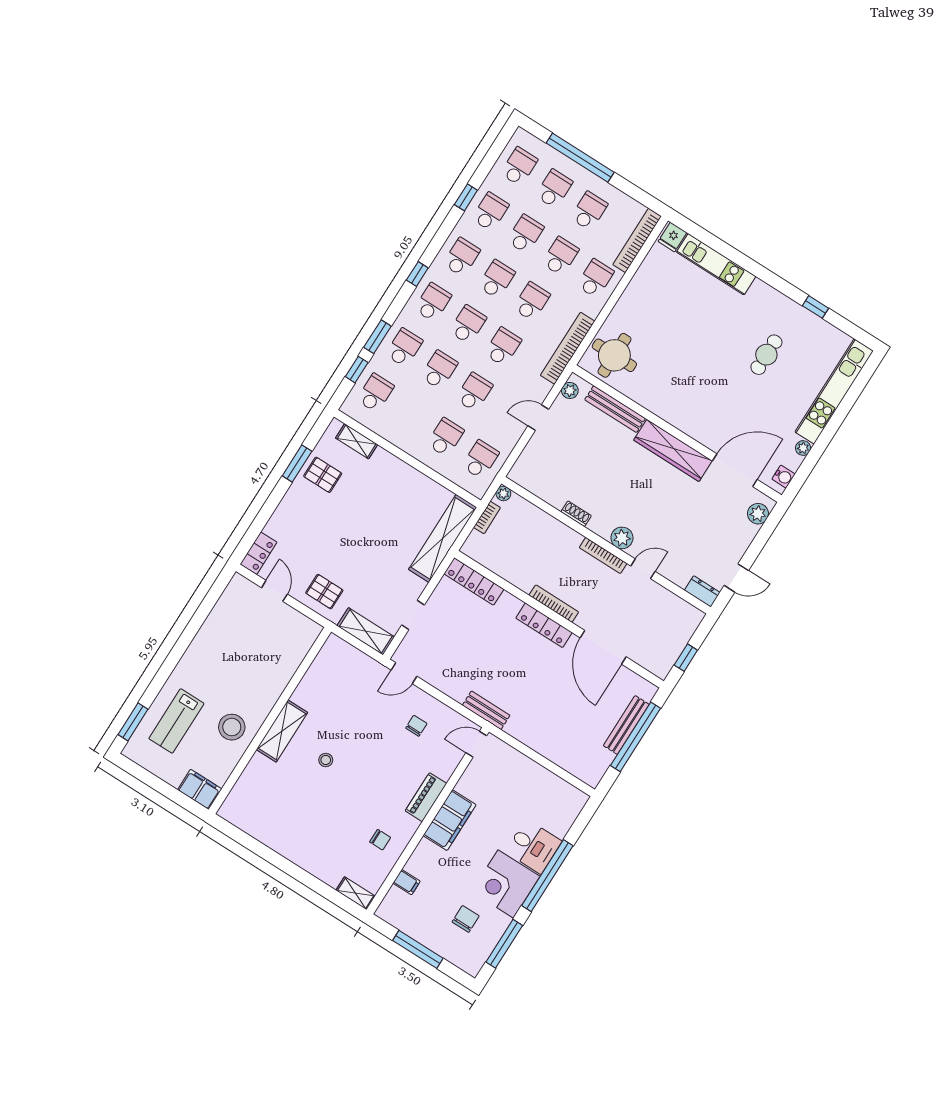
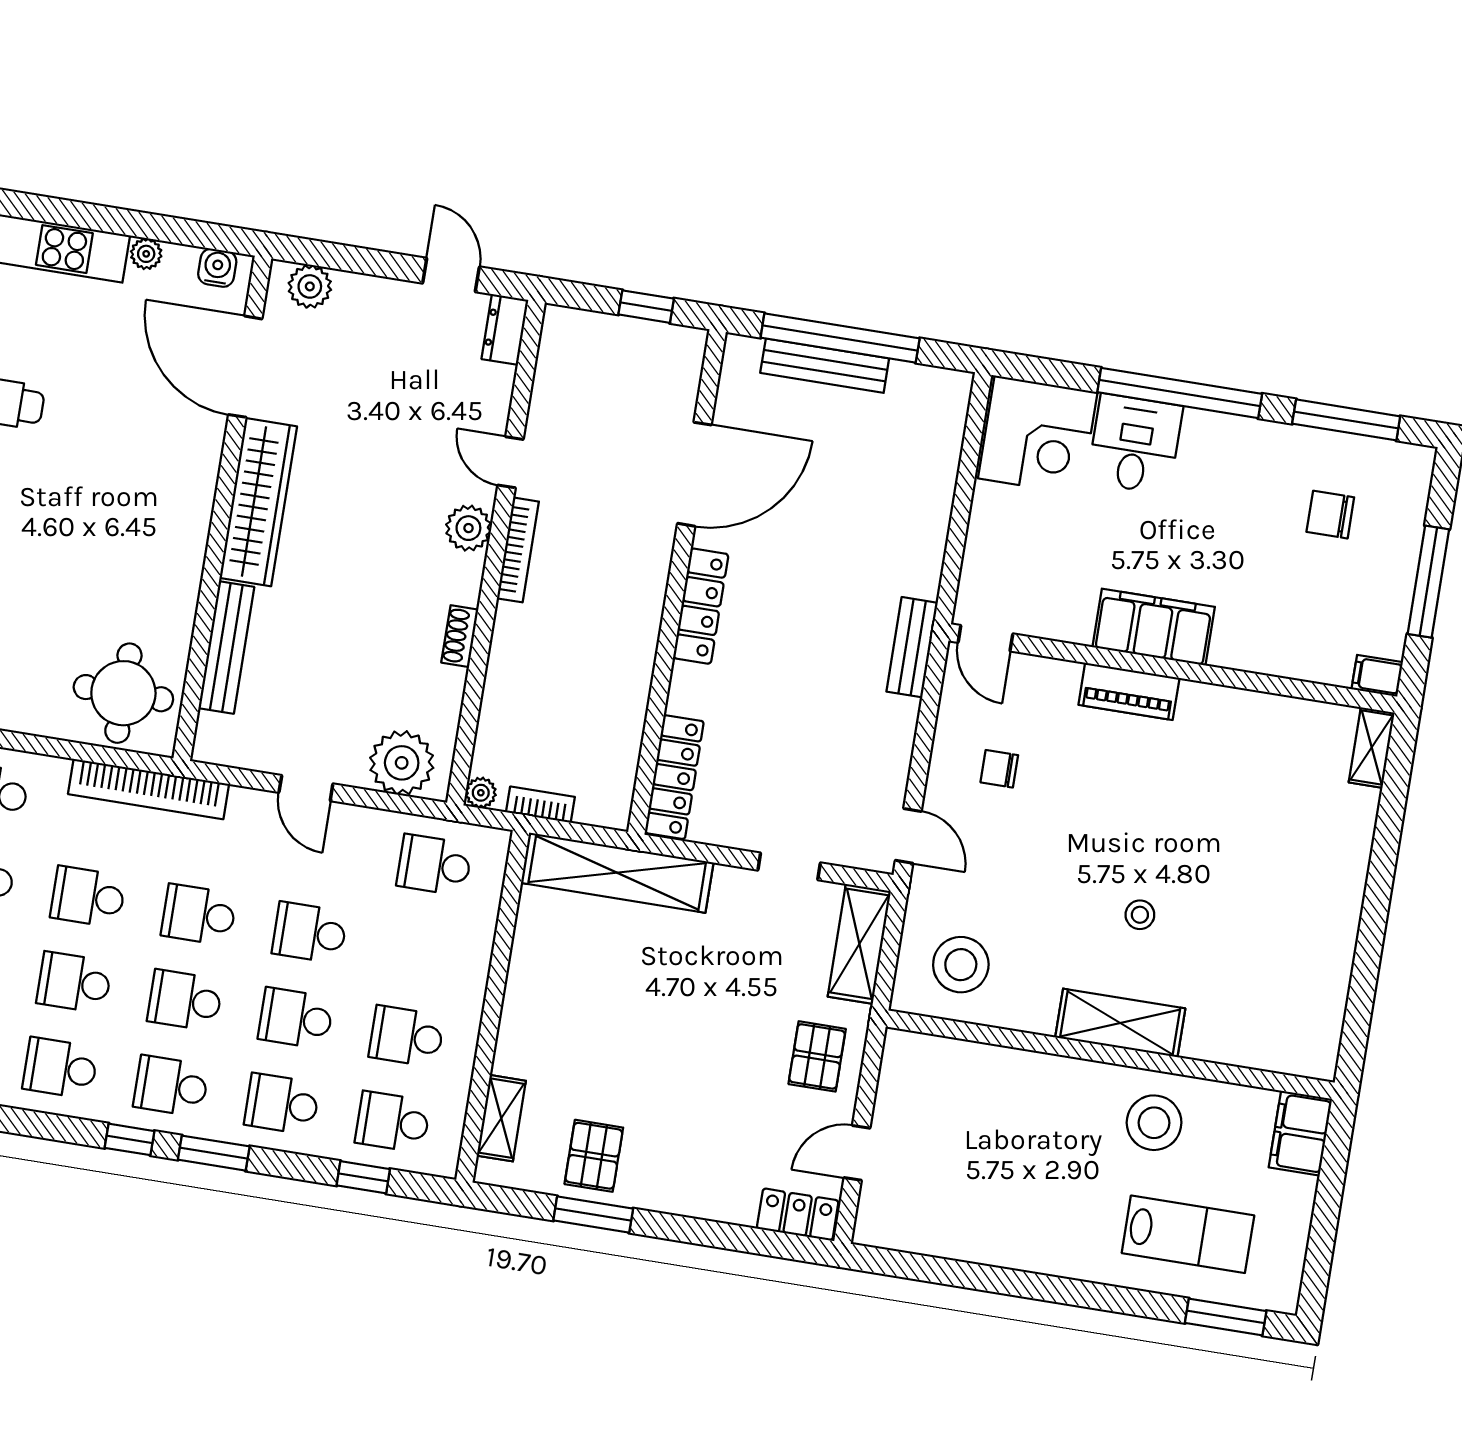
window: (377, 337) -> (214, 1153), moved
plant: (570, 390) -> (402, 763), moved, width x1.87, depth x1.87
school desk: (445, 437) -> (407, 1036), moved
bookcase: (554, 604) -> (651, 605), removed
stool: (338, 672) -> (961, 965), added
chair: (380, 840) -> (1248, 744), removed
filing cabinet: (407, 882) -> (1377, 676), moved, turned -90
corner desk: (506, 884) -> (1038, 435), moved

